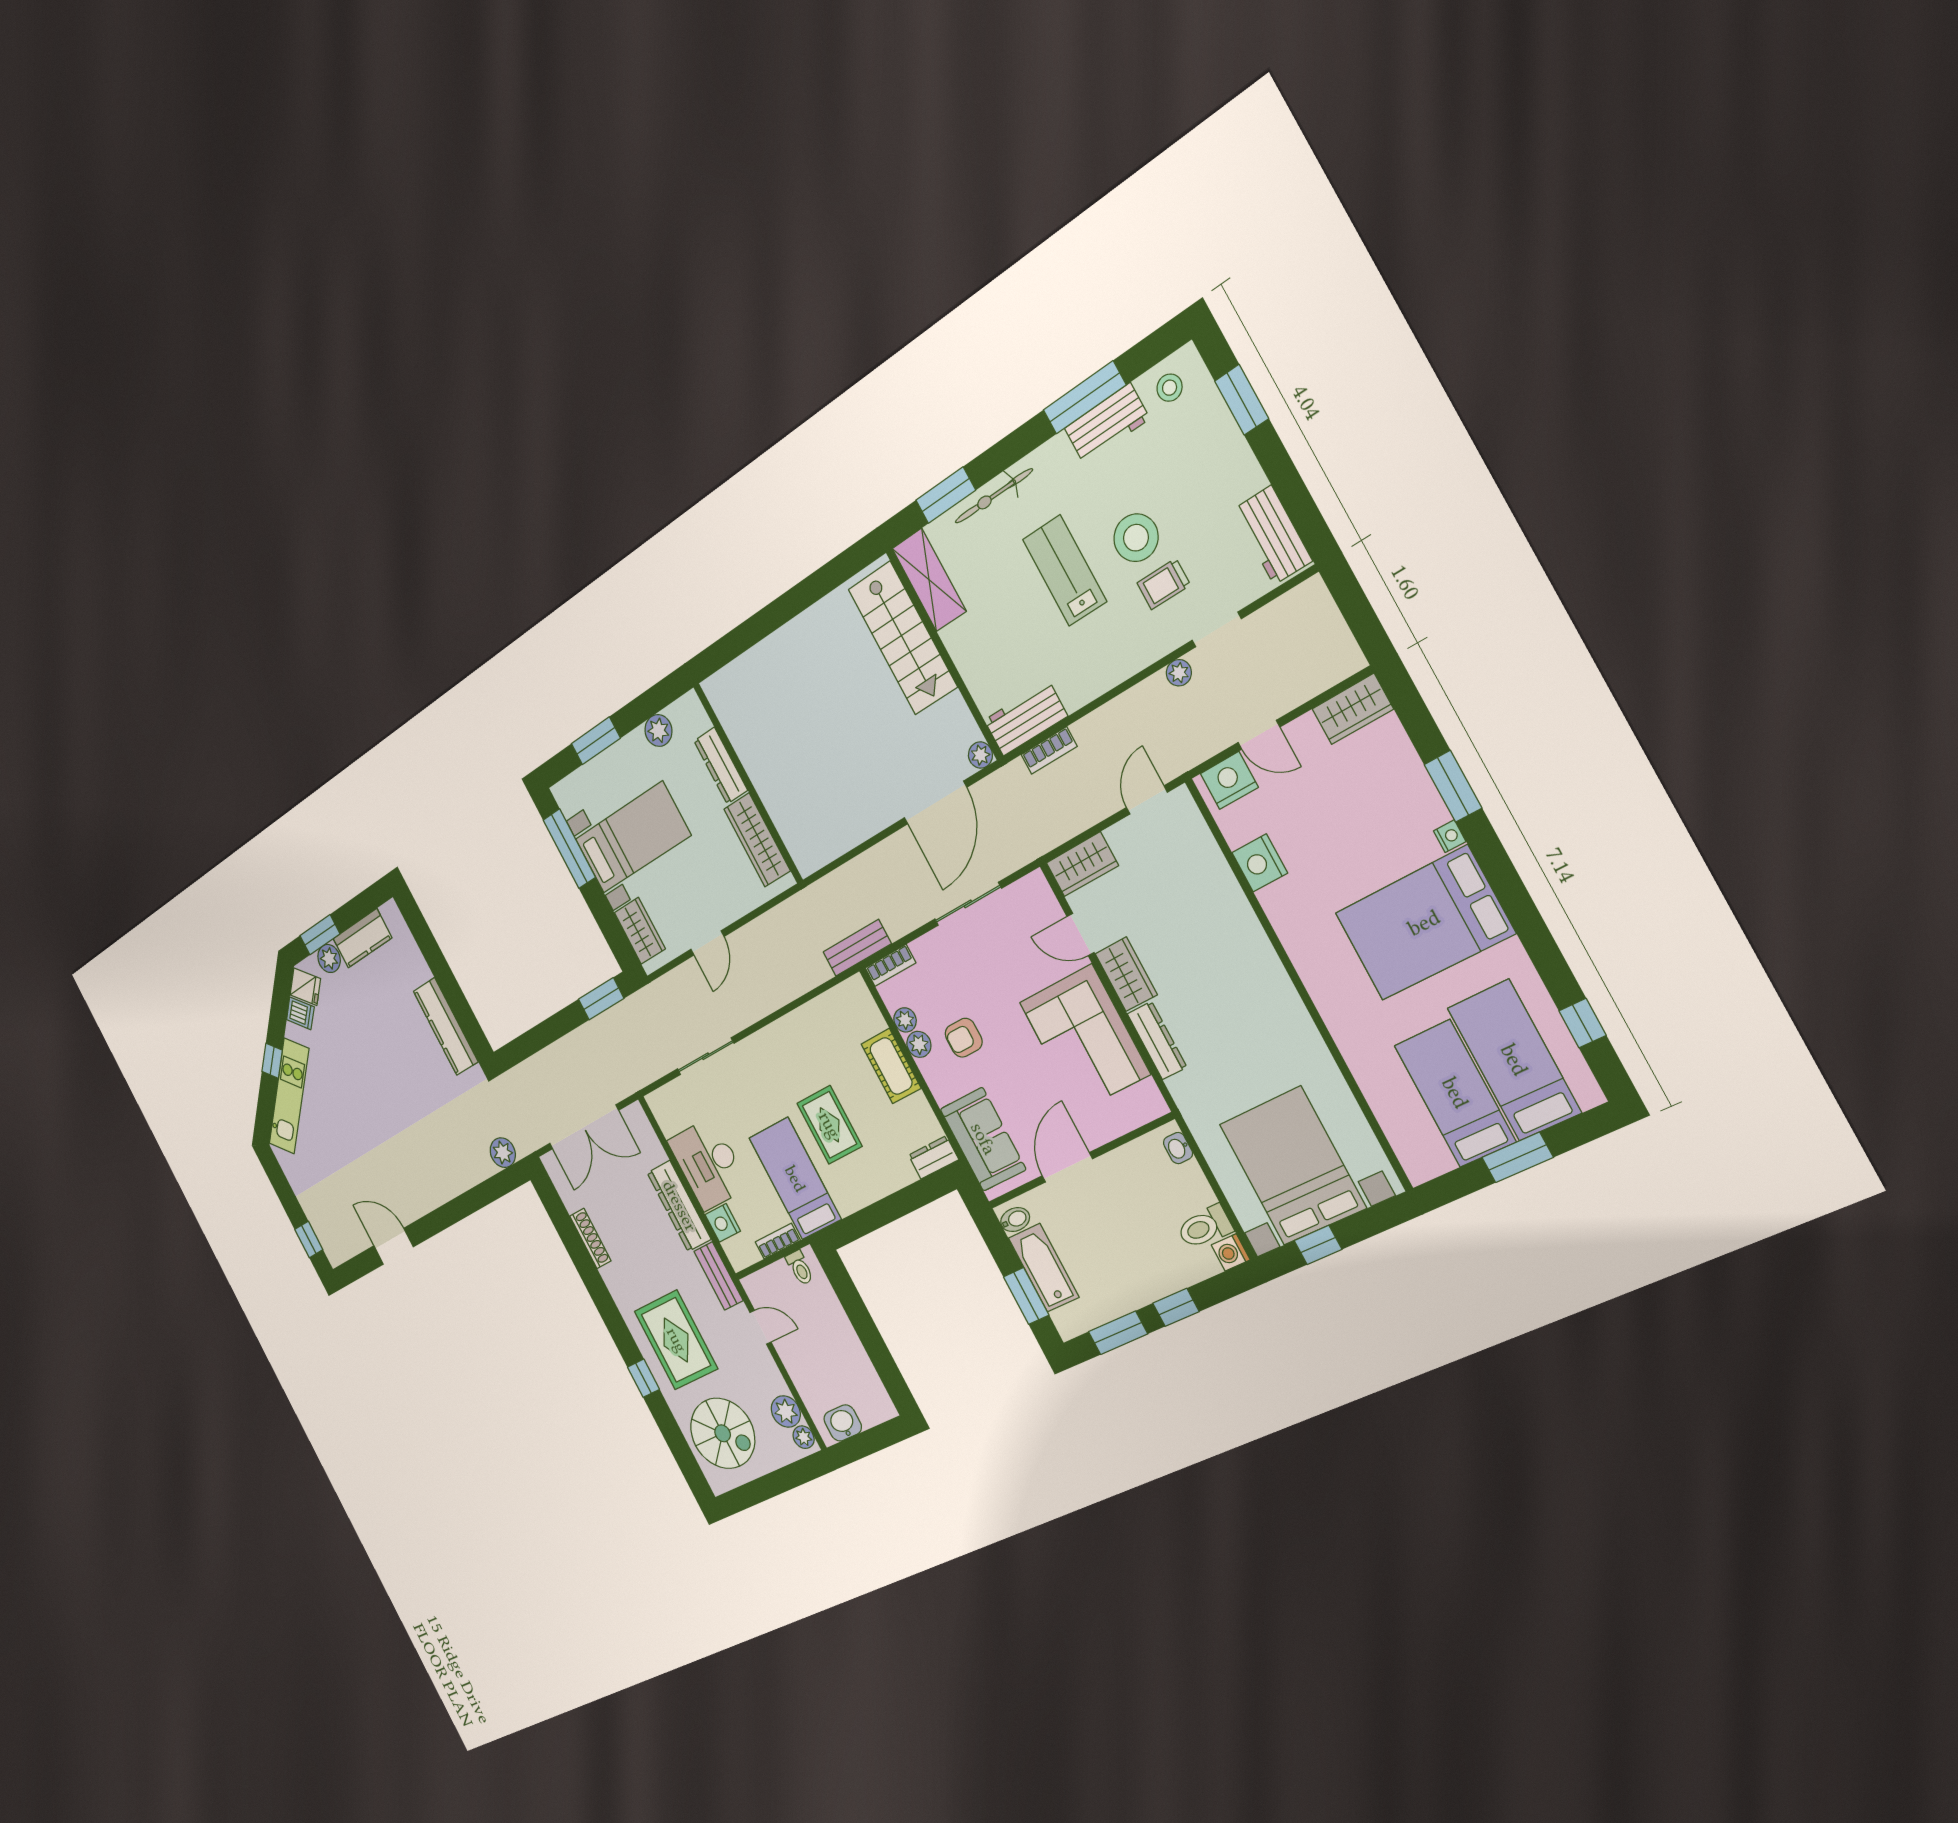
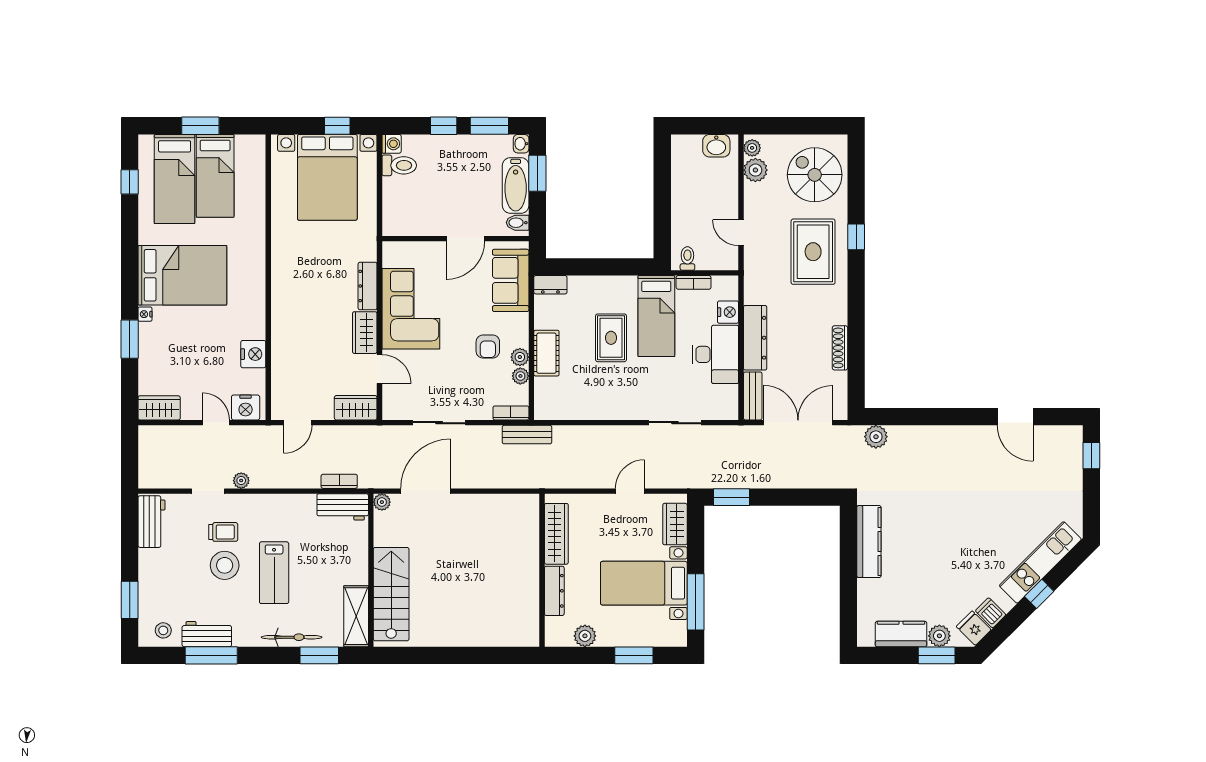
armchair: (964, 1038) -> (488, 347), turned 90
washbasin: (1178, 1148) -> (521, 144), moved, turned 180
bench: (719, 1276) -> (753, 396), moved

